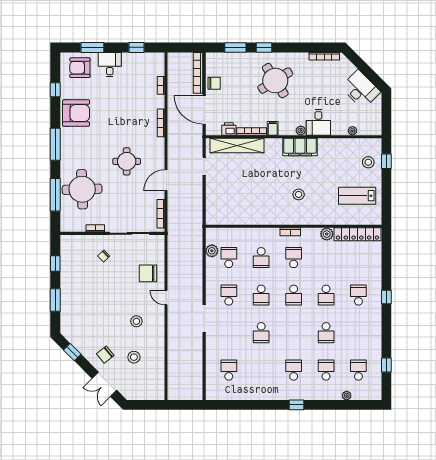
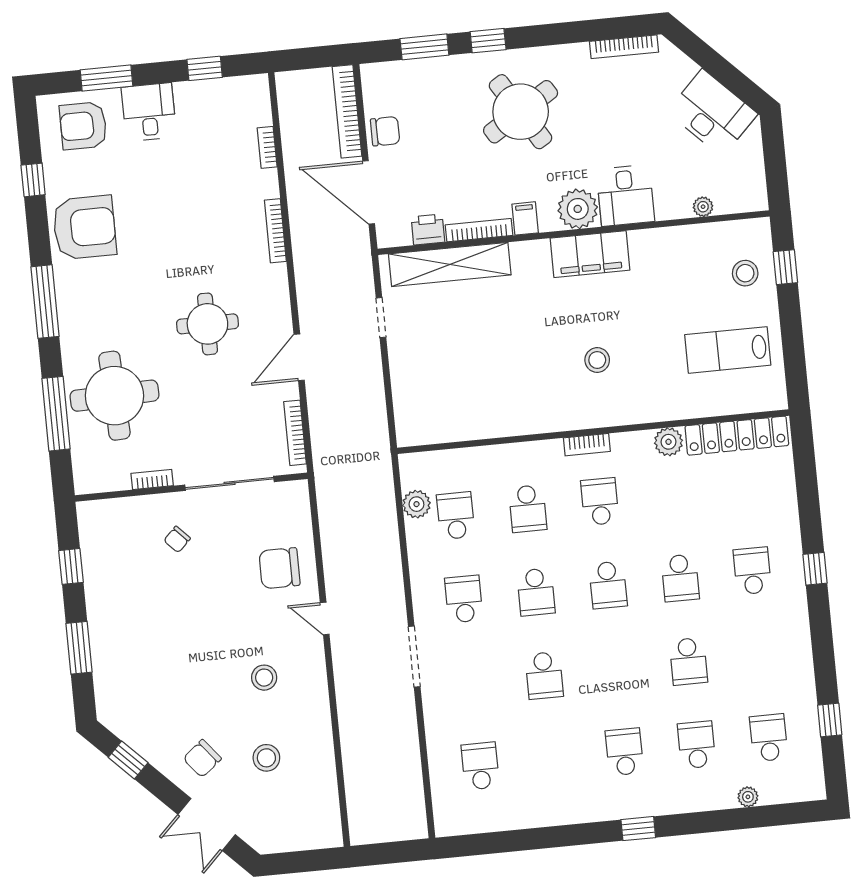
plant: (301, 131) -> (578, 209), width x1.88, depth x1.88

